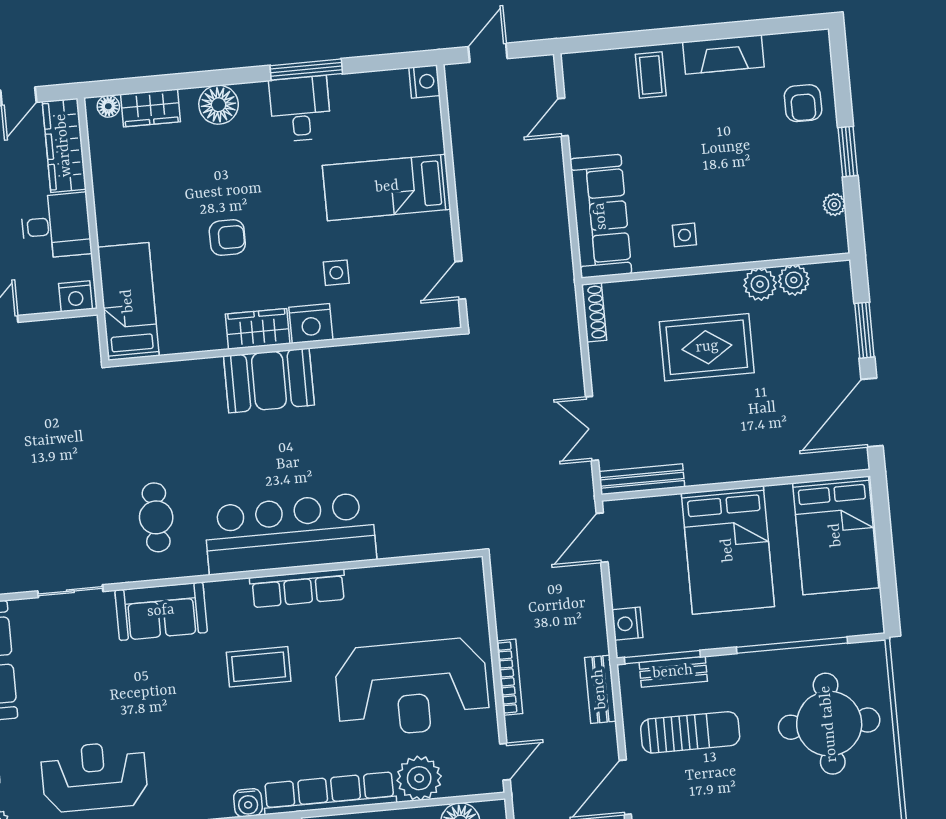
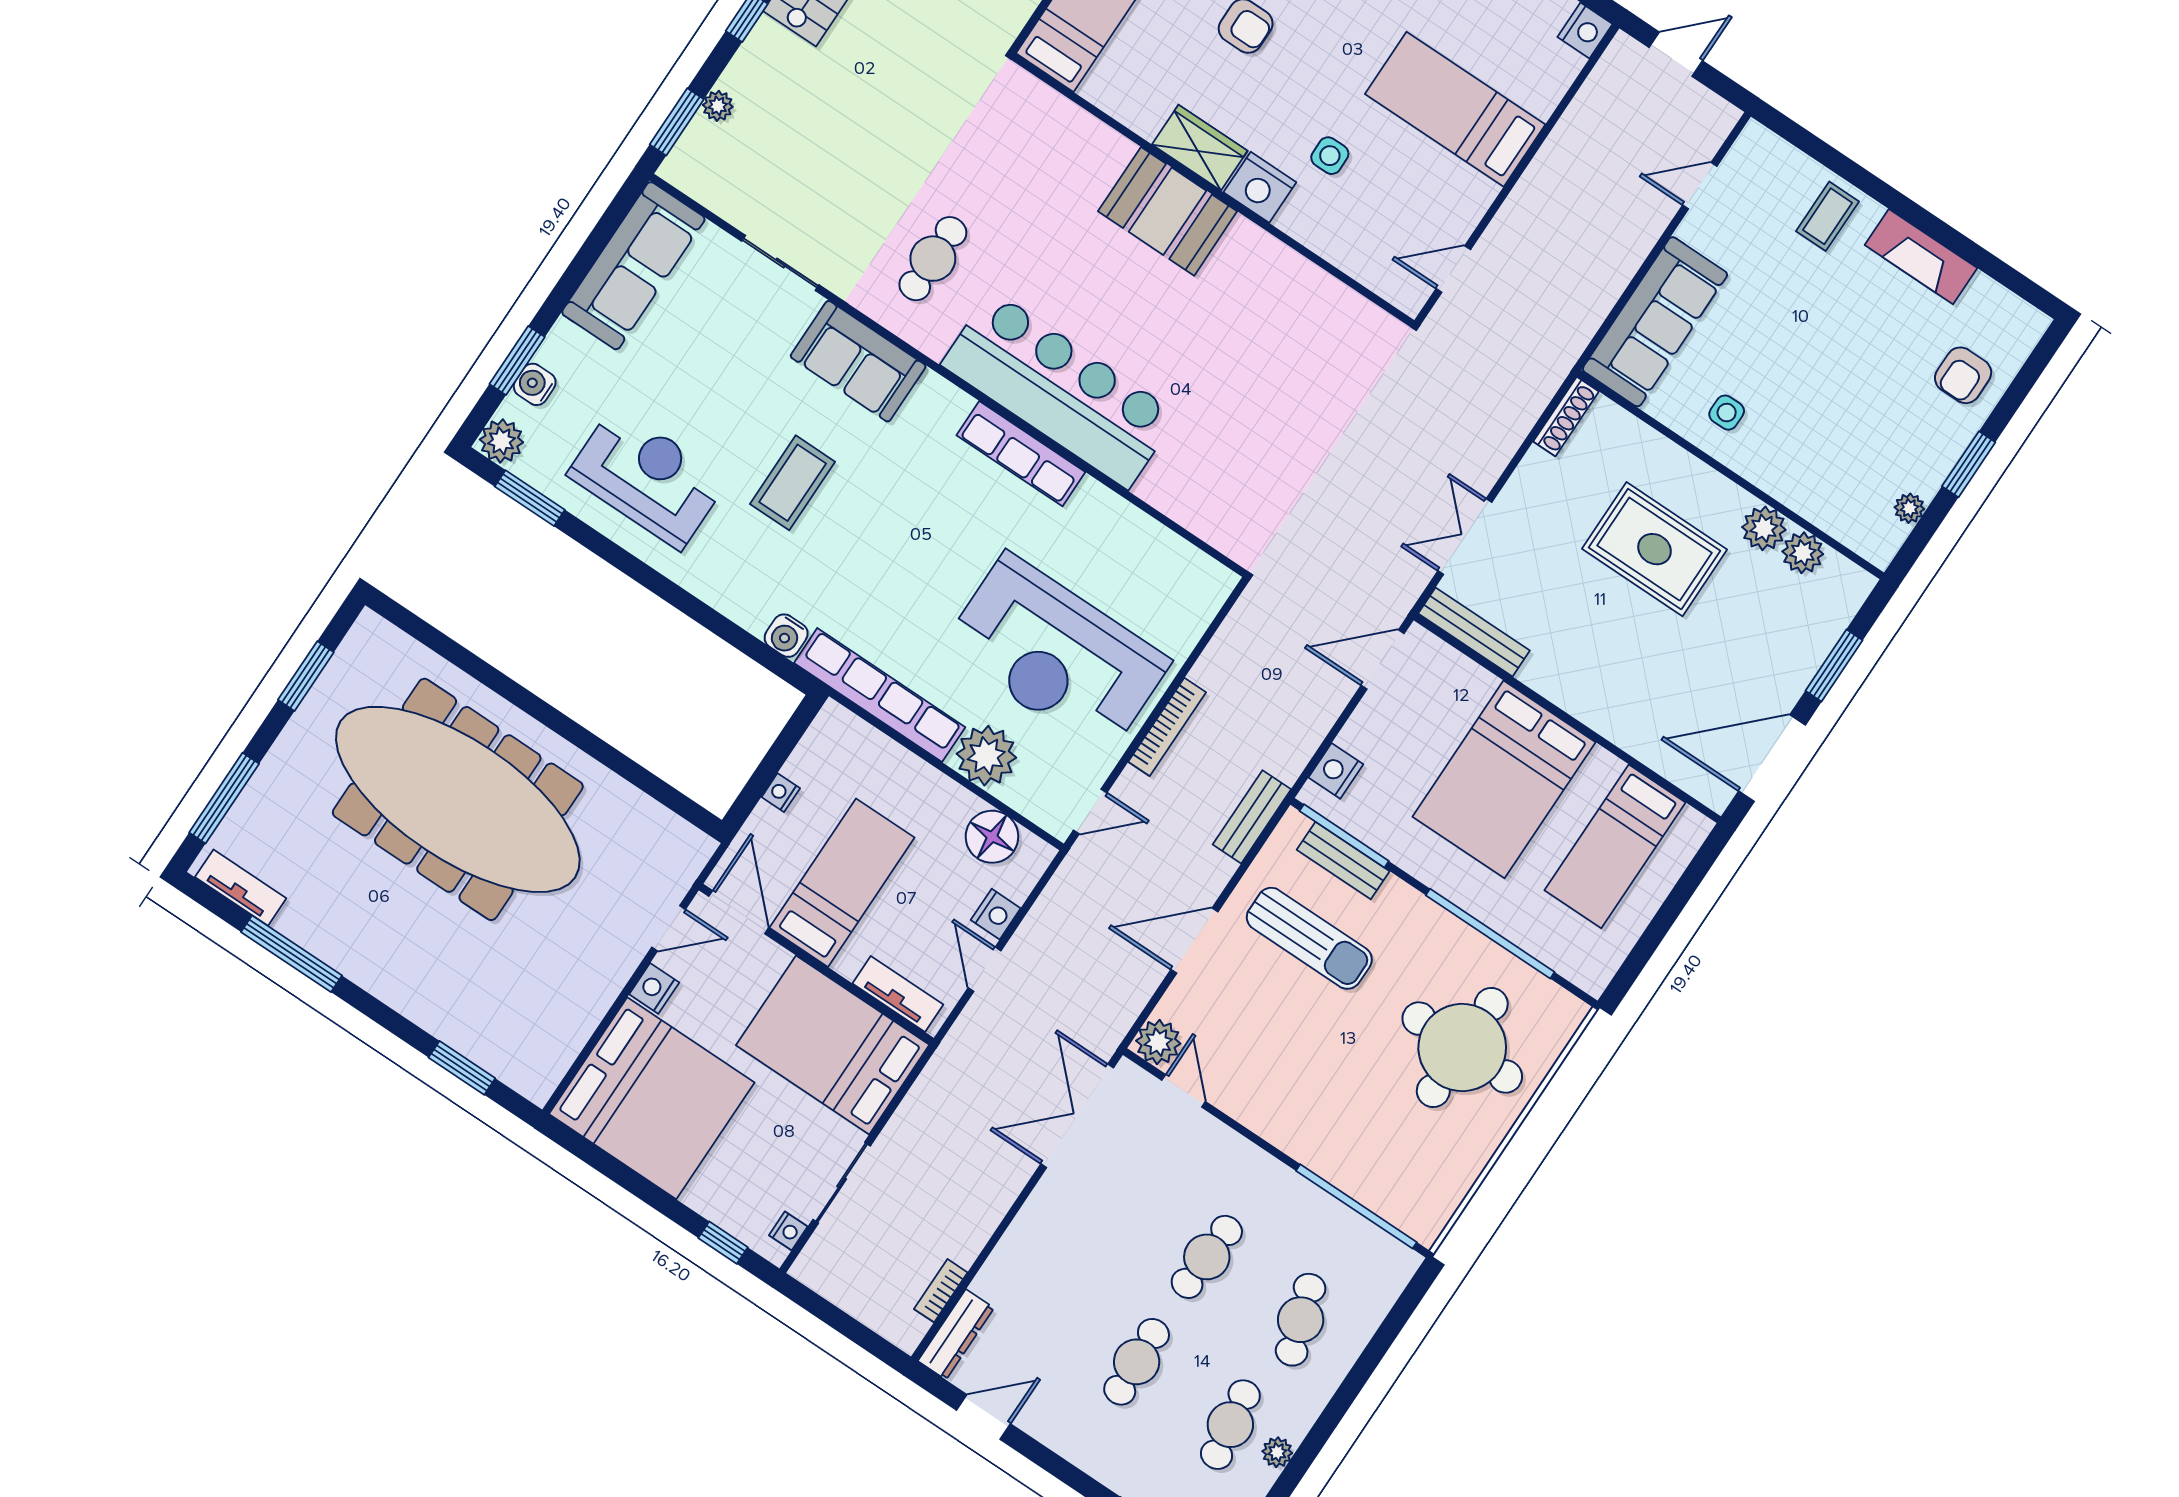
bed: (836, 535) -> (1615, 846), width x0.67
coffee table: (259, 667) -> (793, 483), moved, turned 90

